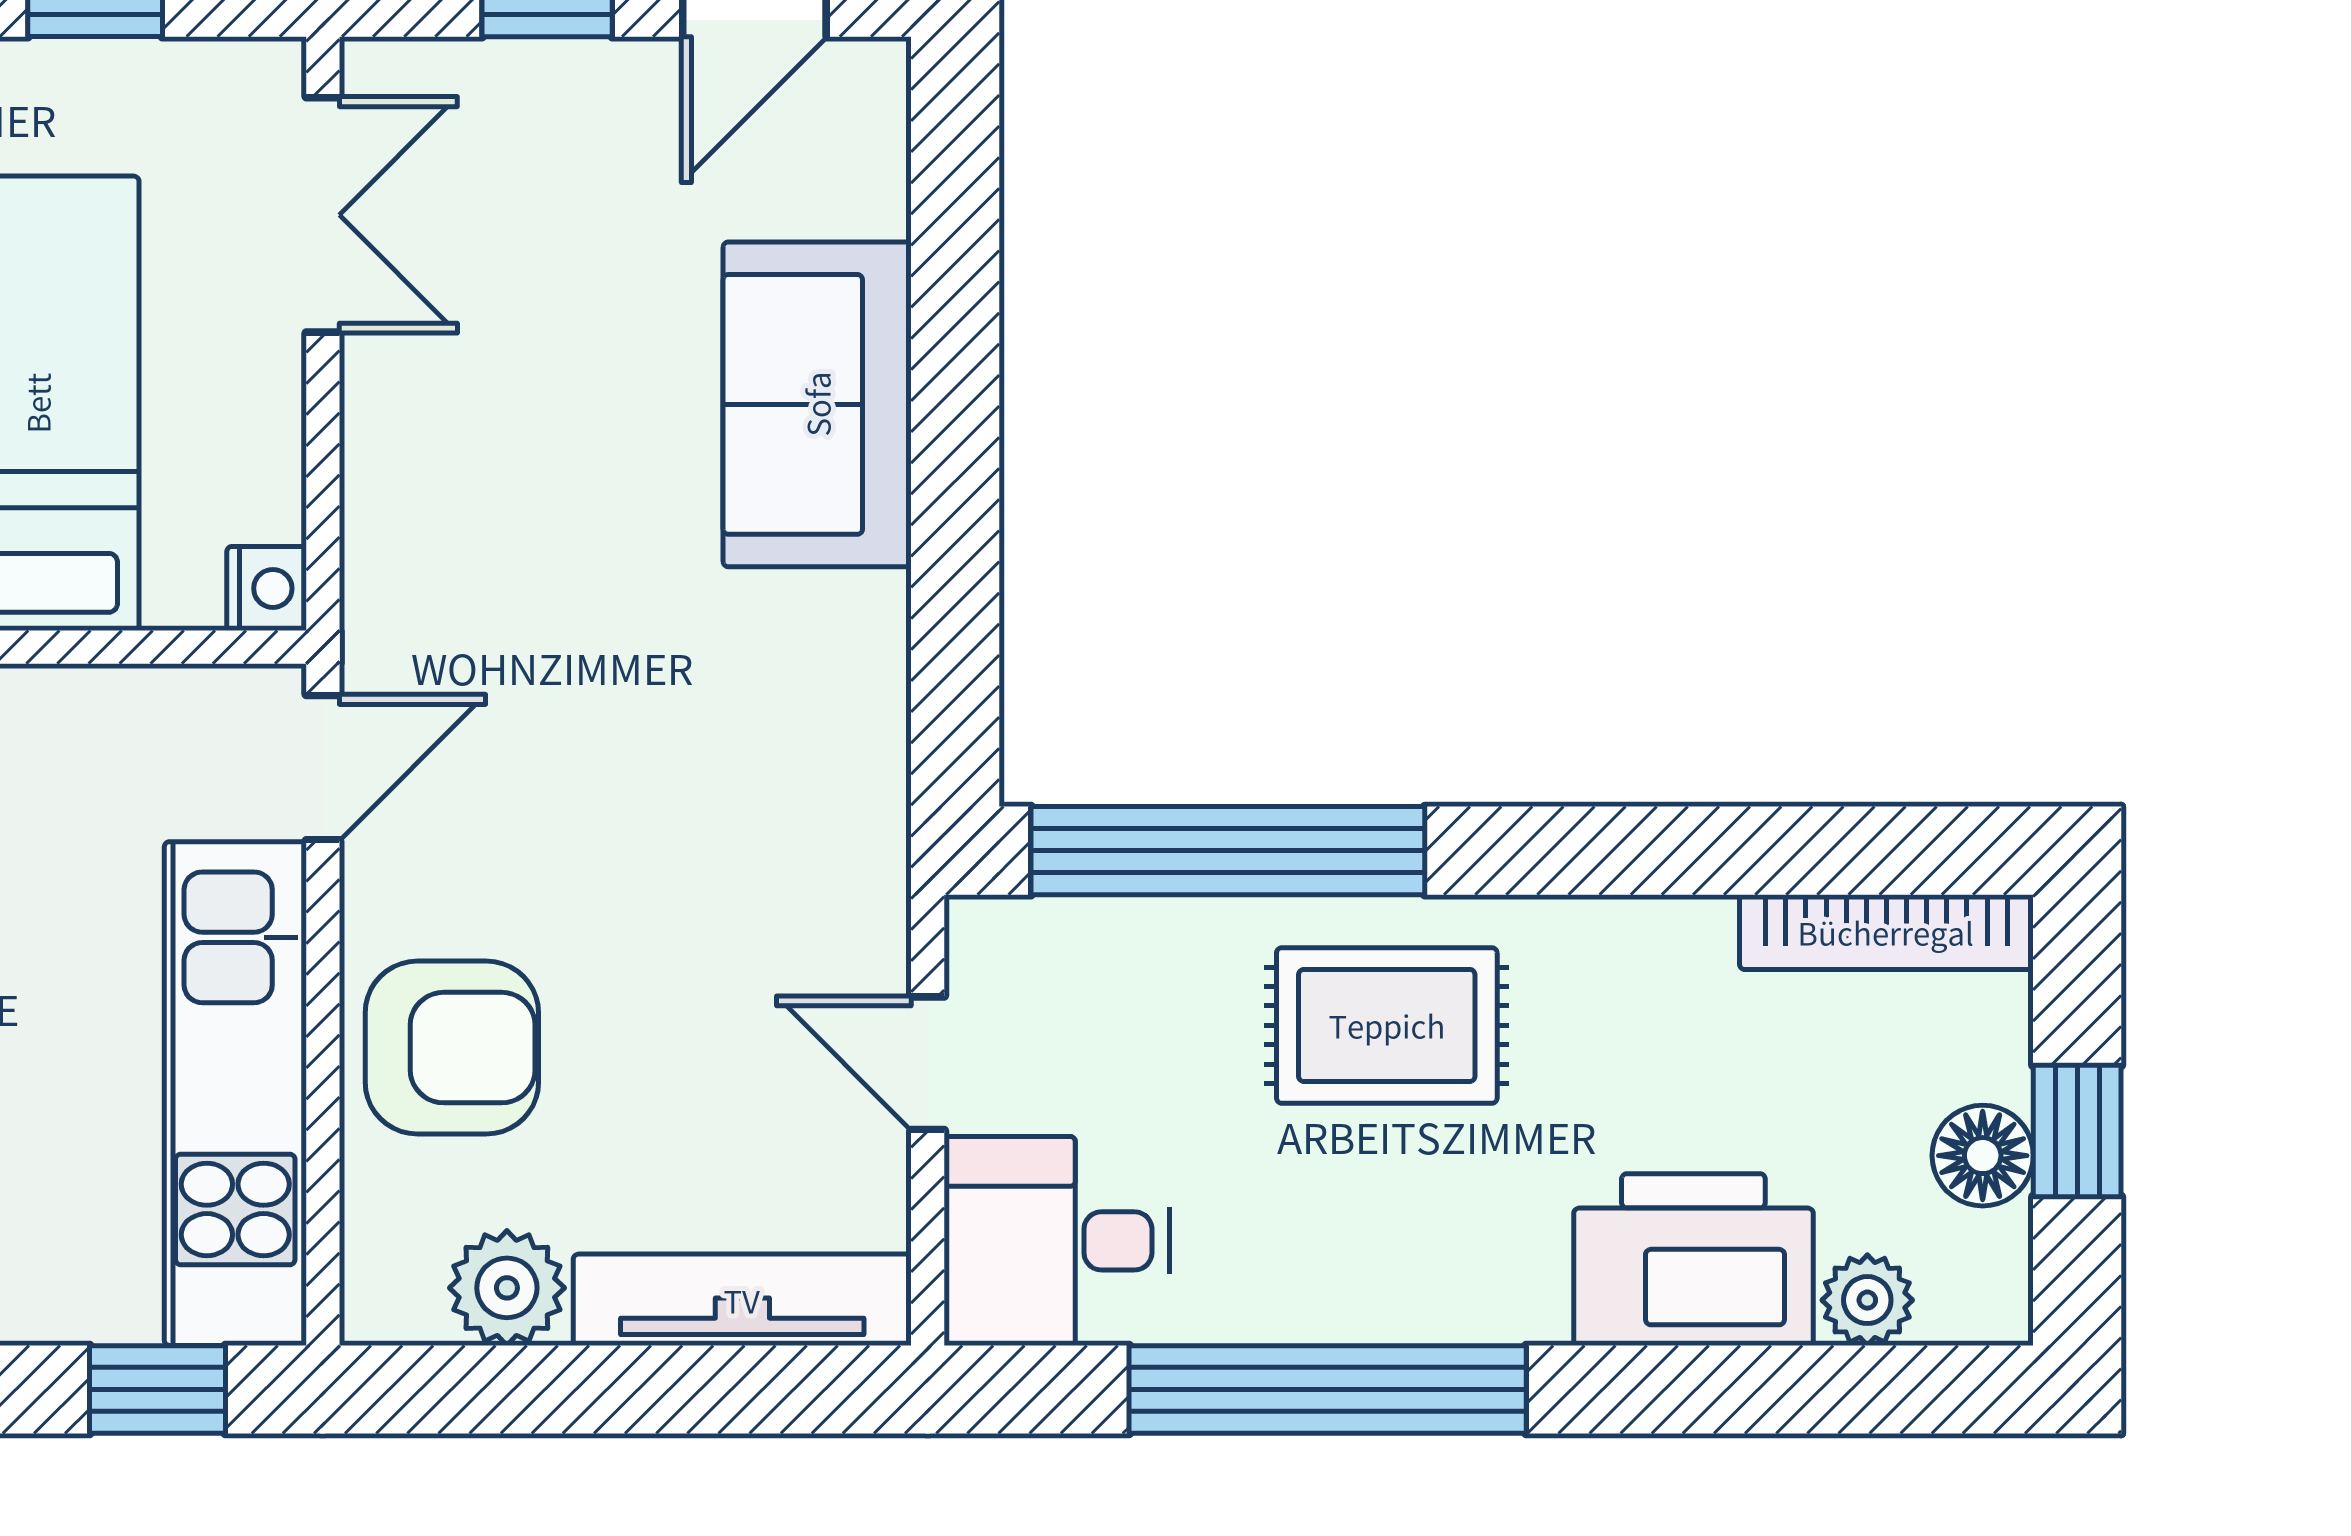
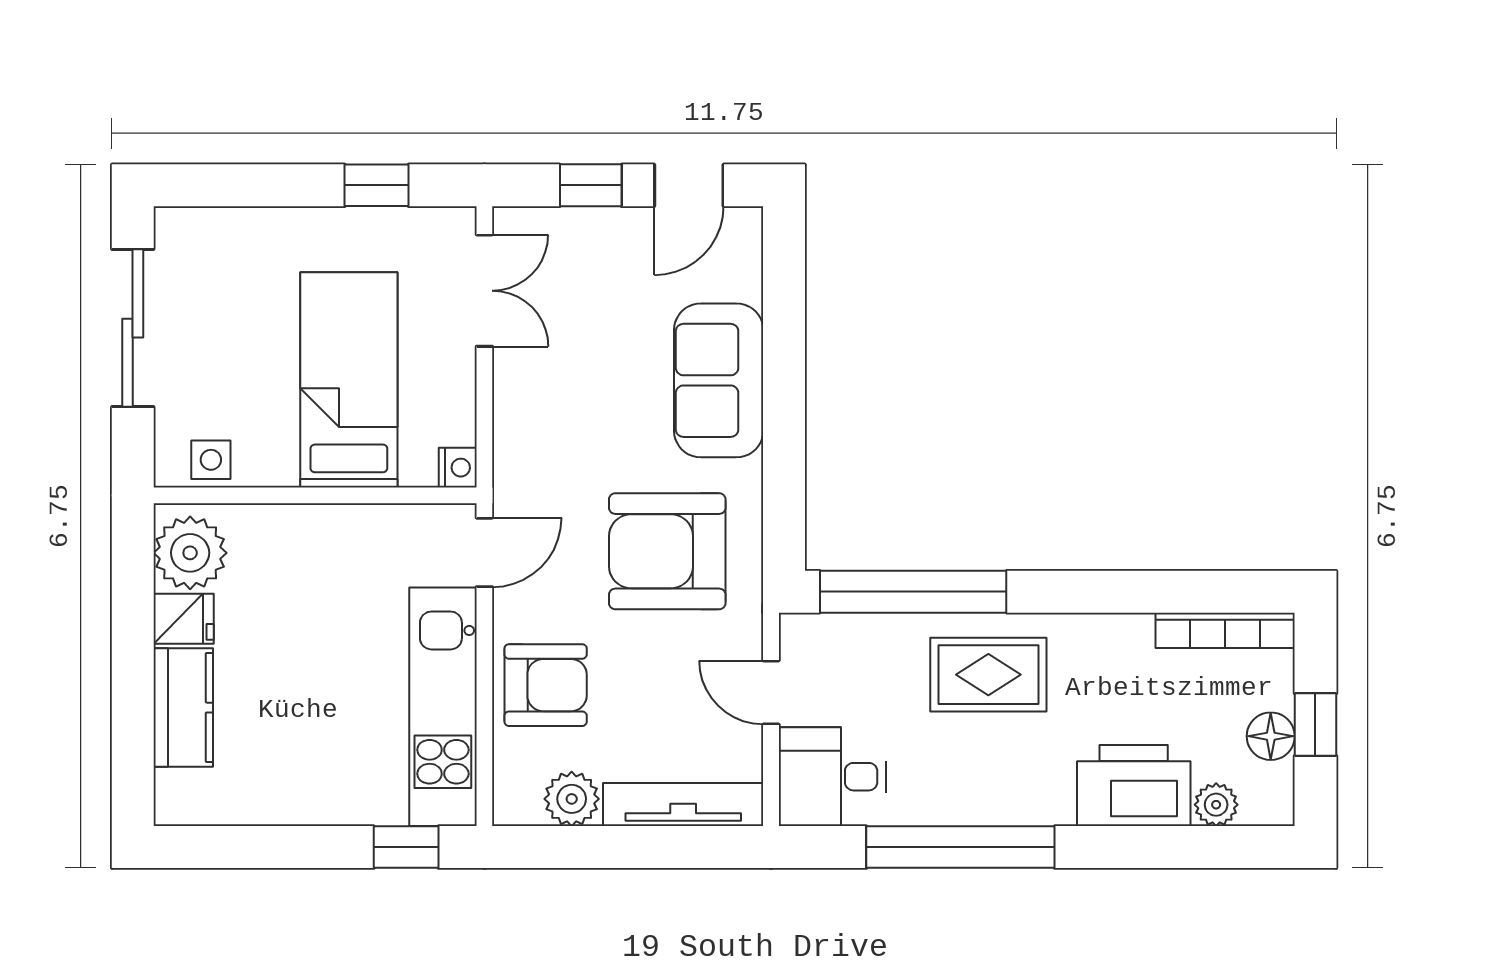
armchair: (709, 765) -> (667, 551), added

